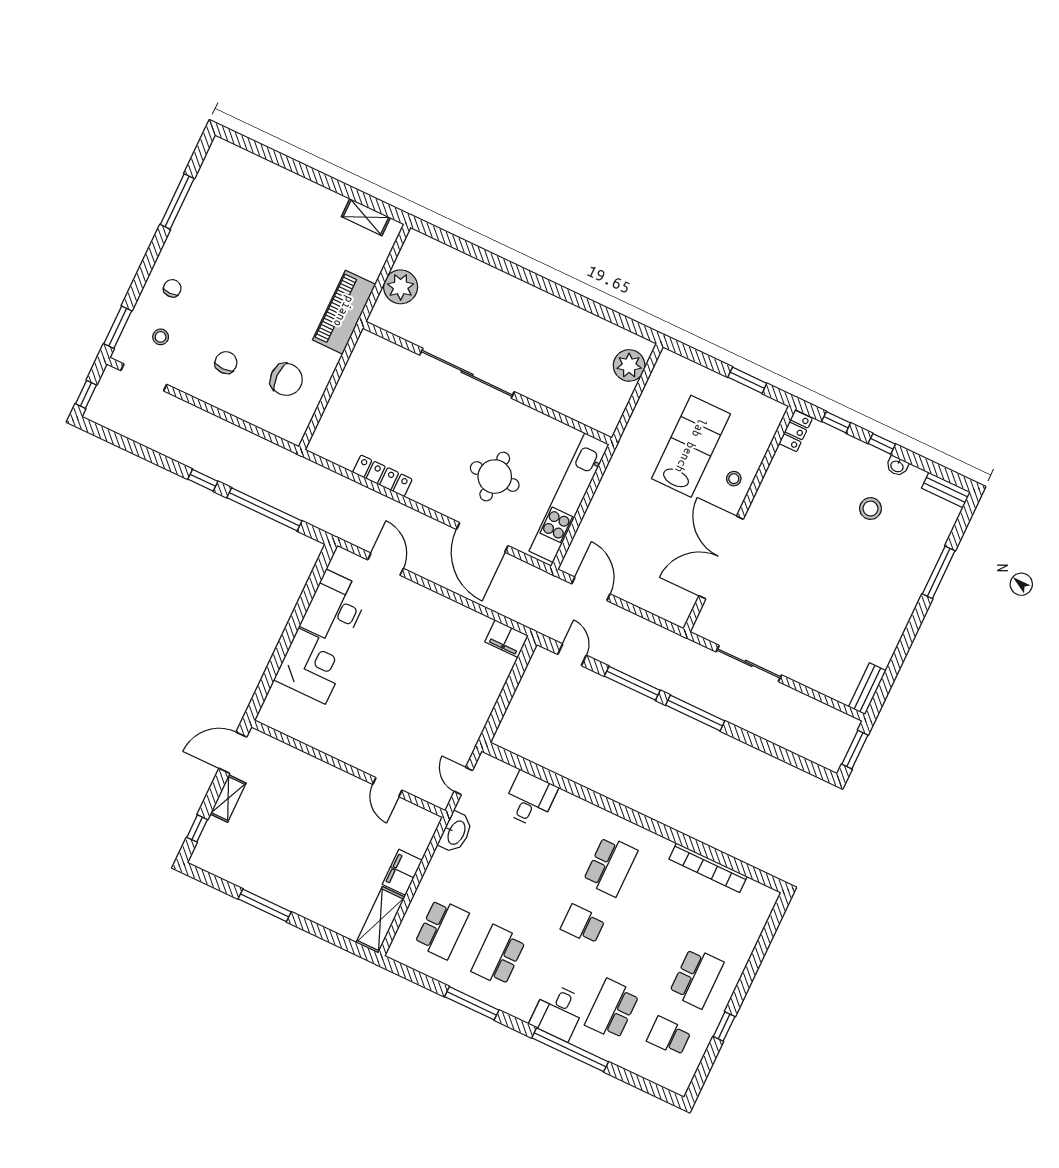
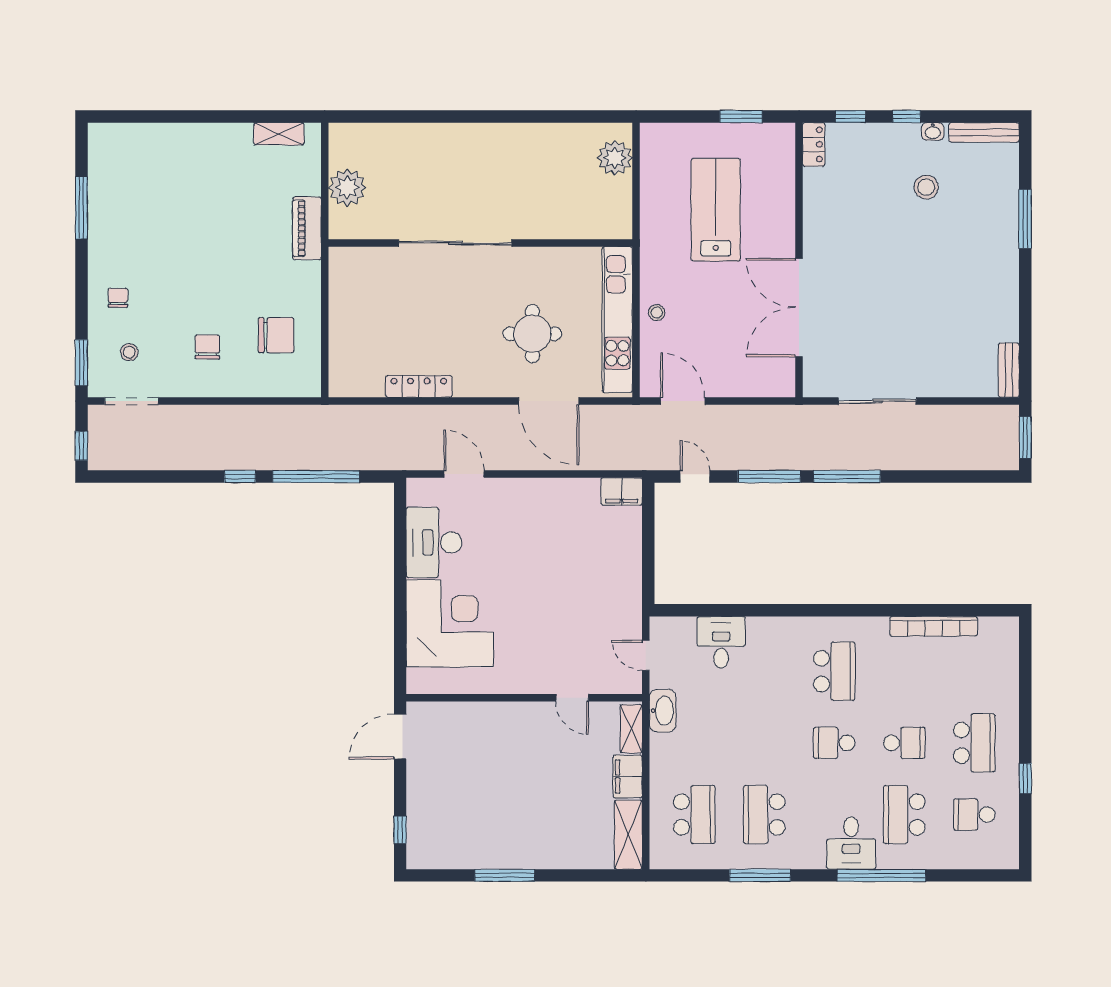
piano: (344, 312) -> (307, 228), width x0.73, depth x0.75
stool: (734, 479) -> (657, 313), moved
bench: (946, 490) -> (984, 132), width x1.36
corner desk: (312, 666) -> (450, 623), width x1.36, depth x1.36
shelving: (228, 798) -> (631, 729), moved
school desk: (640, 951) -> (904, 743), added

